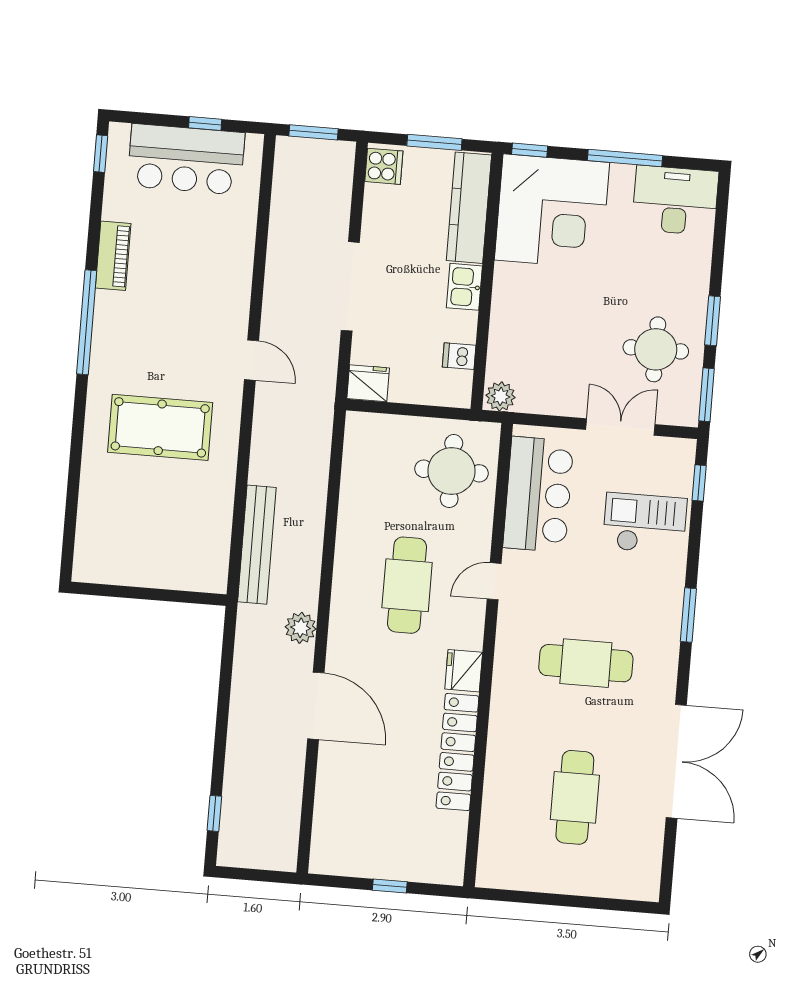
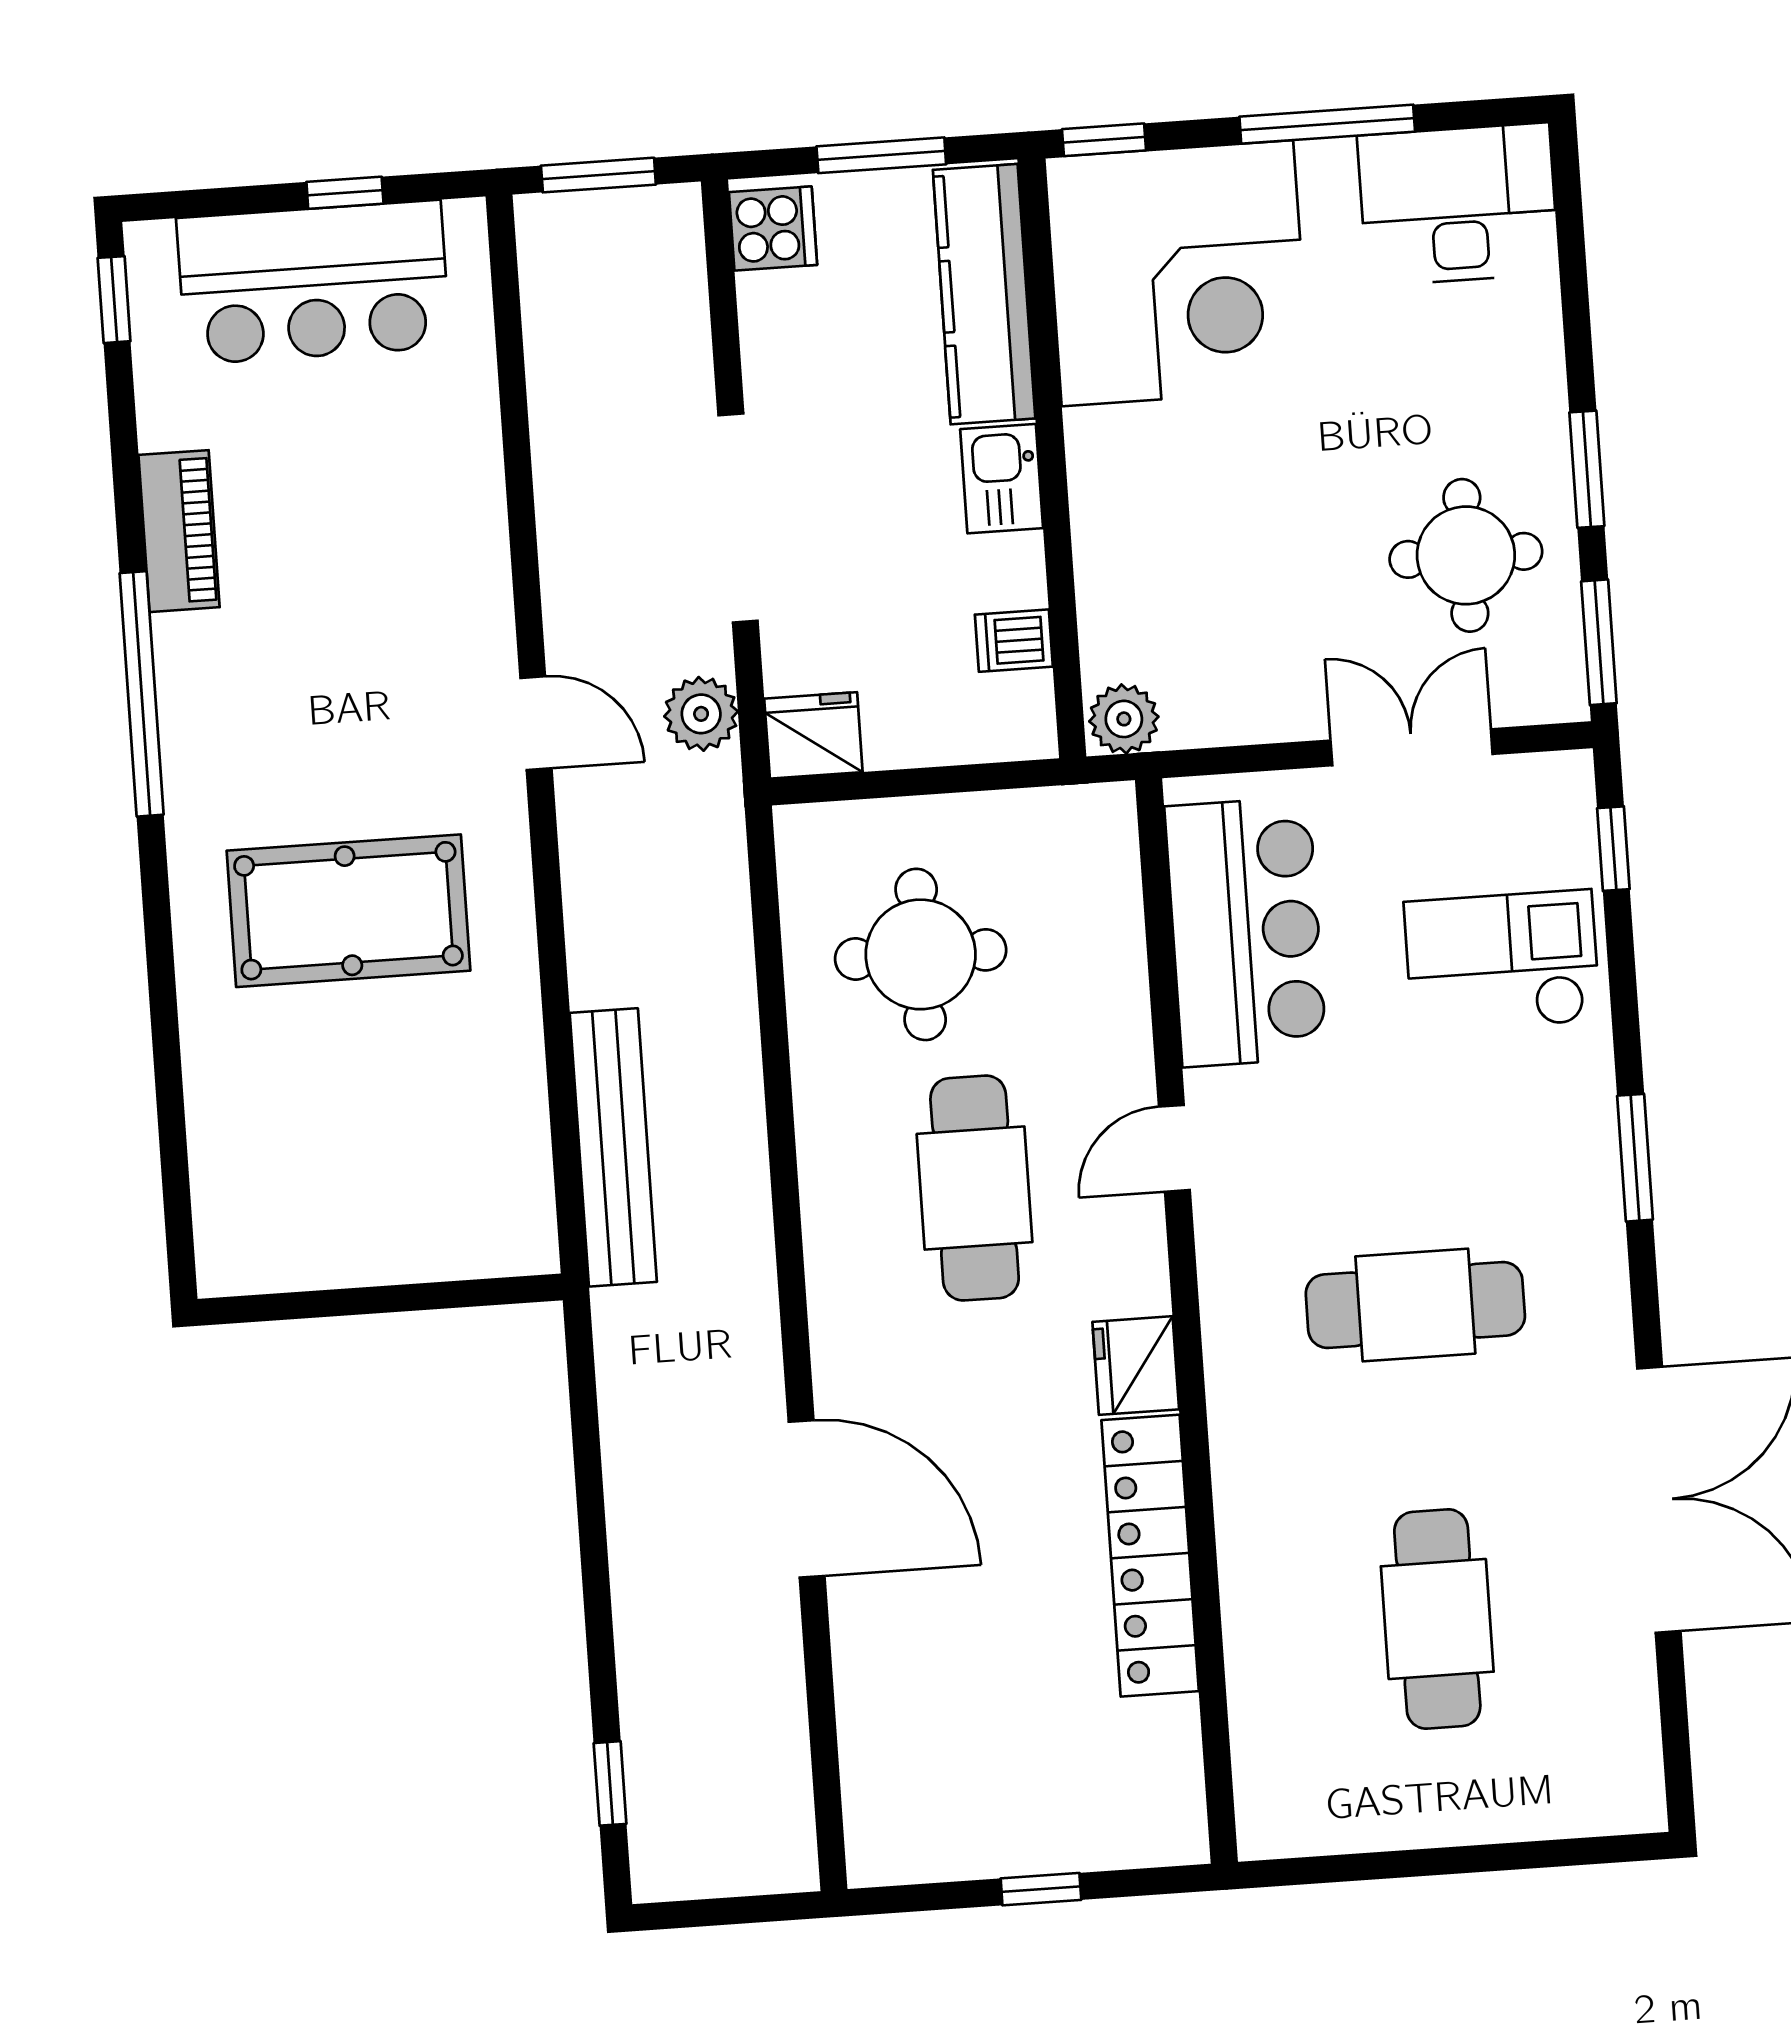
round table: (451, 471) -> (921, 954), moved
plant: (301, 628) -> (701, 714), moved

